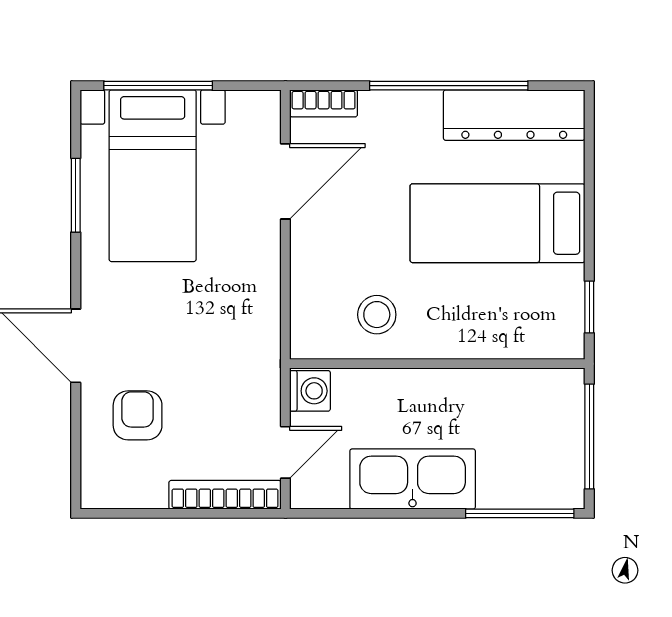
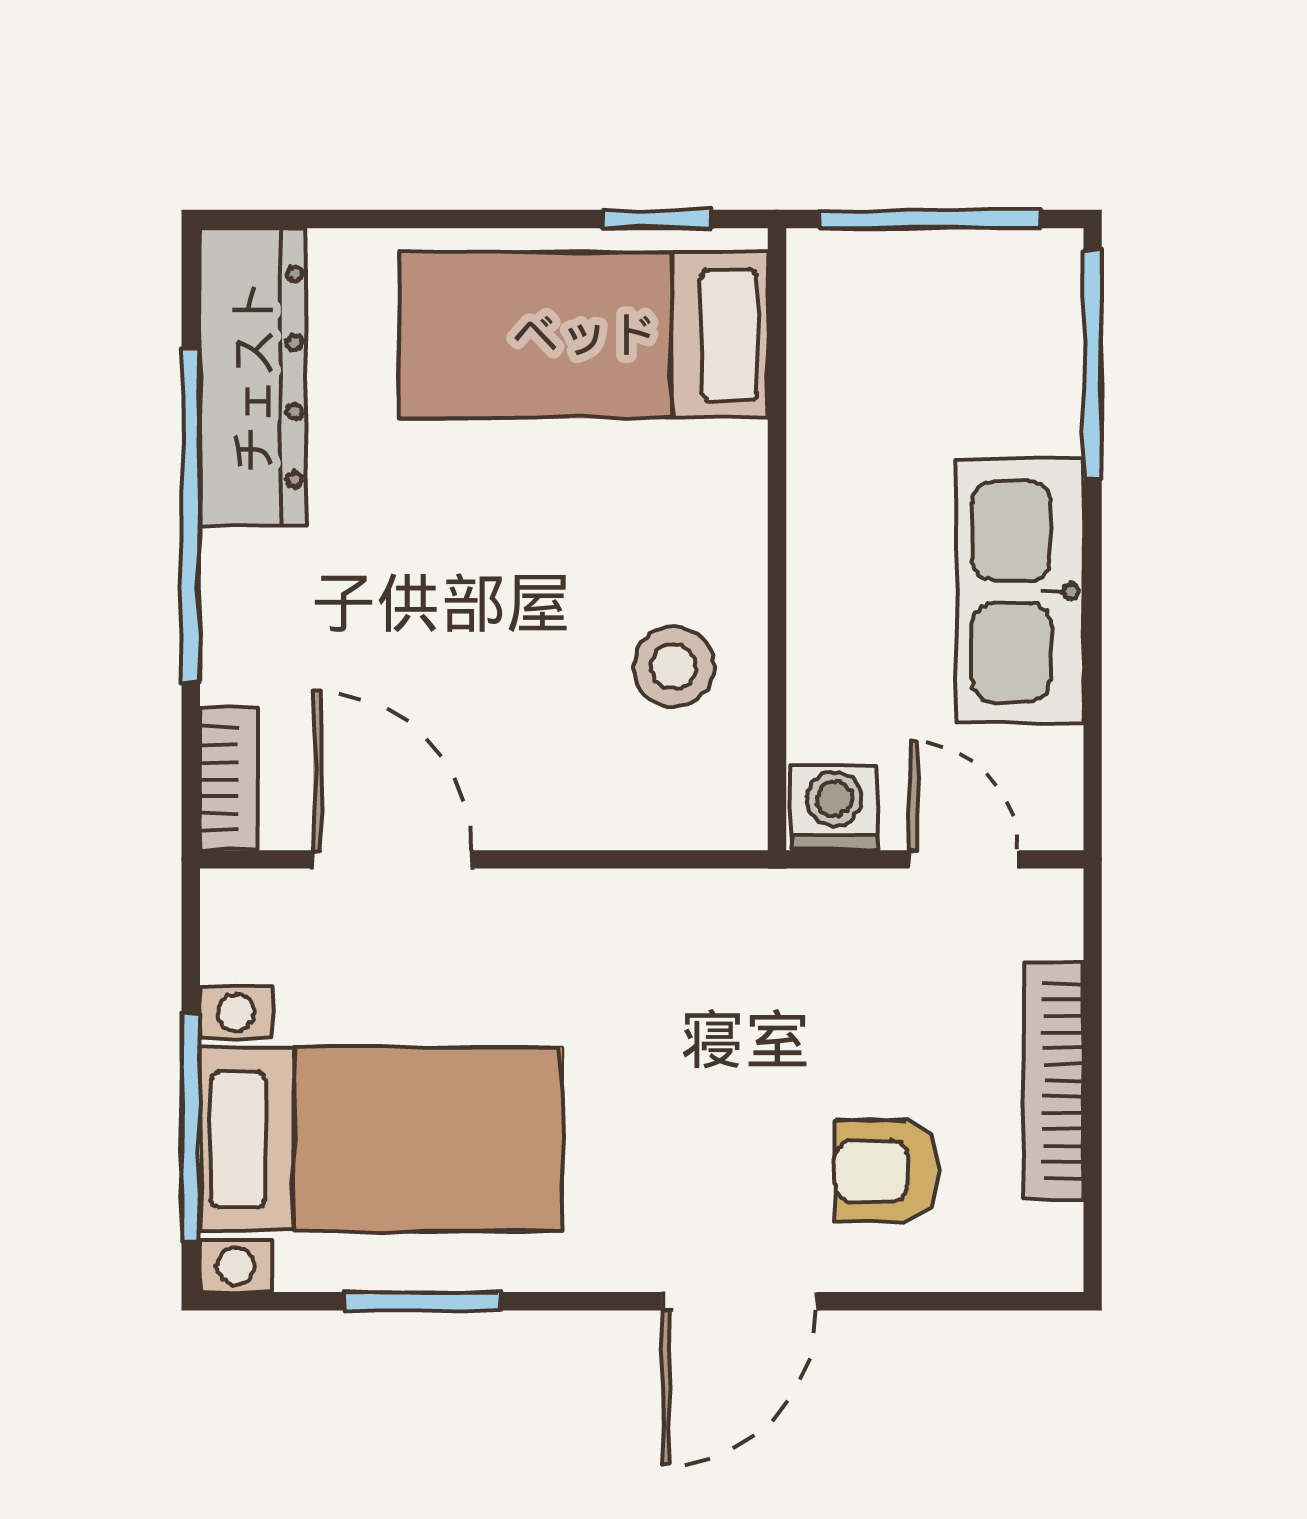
bed: (498, 223) -> (584, 335), moved, turned 90
bookcase: (225, 495) -> (1053, 1081), moved

